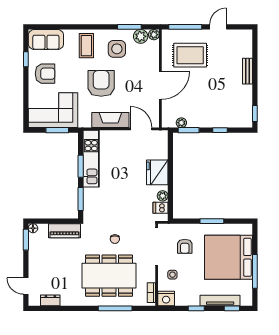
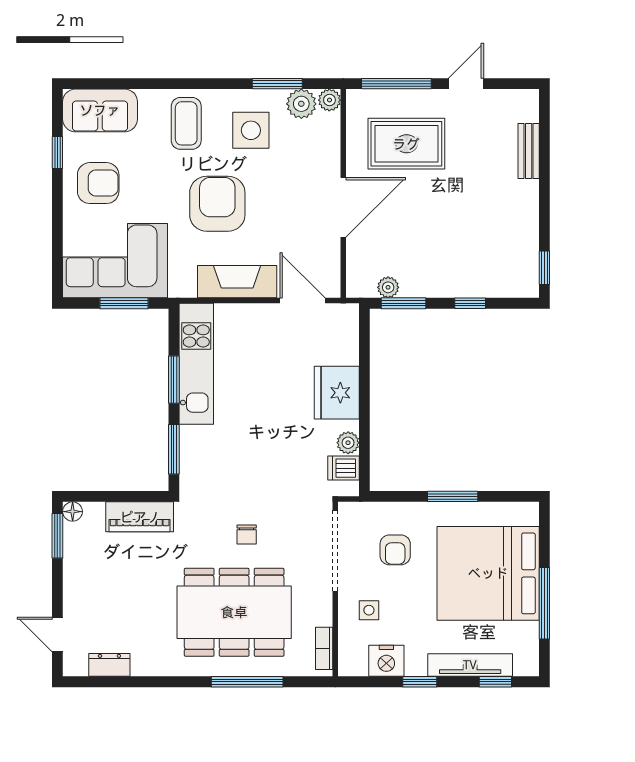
bench: (248, 71) -> (529, 151), moved
nightstand: (166, 298) -> (386, 661), moved

